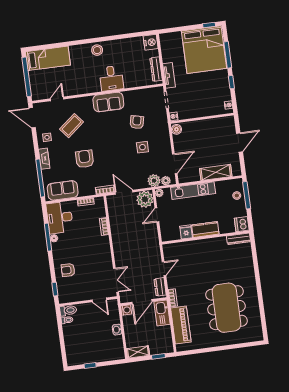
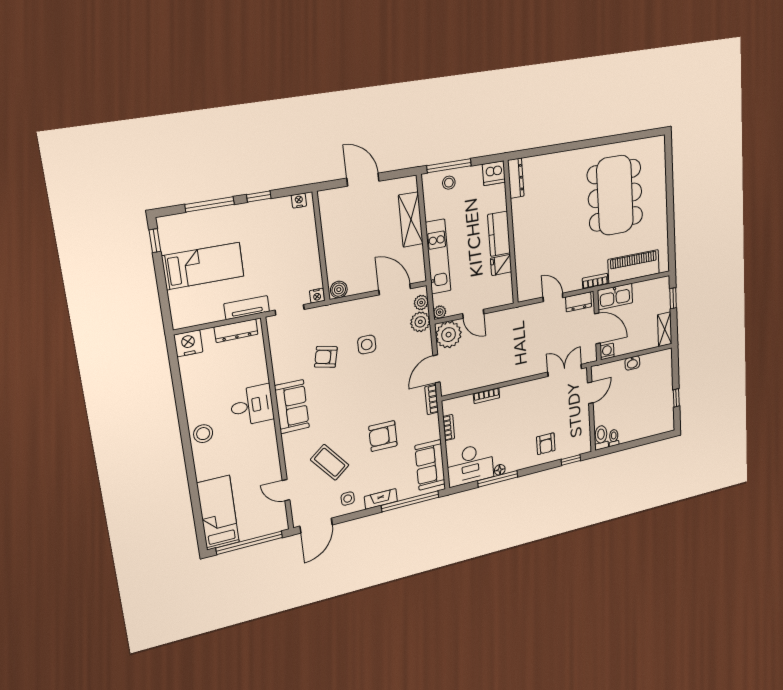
bed: (204, 50) -> (203, 266), width x0.49
dining table: (227, 308) -> (615, 195), turned 90

